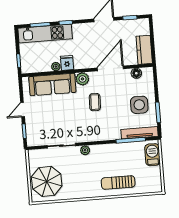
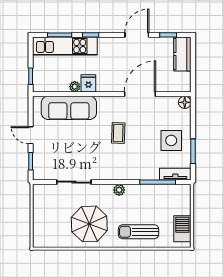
kitchen counter: (144, 50) -> (182, 54), moved
floor lamp: (136, 73) -> (185, 102), moved
plant: (82, 79) -> (105, 104), removed
door: (23, 110) -> (31, 135), hinge flipped
tv unit: (140, 133) -> (175, 174), width x0.71
plant: (85, 150) -> (119, 190), moved
barbecue: (152, 155) -> (182, 229), moved
parasol: (47, 181) -> (89, 224), moved

